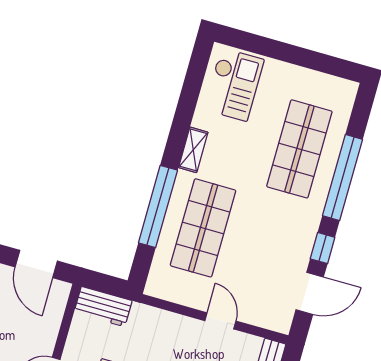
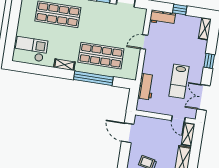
door: (36, 264) -> (128, 133), swing flipped
workbench: (103, 307) -> (146, 87), moved

